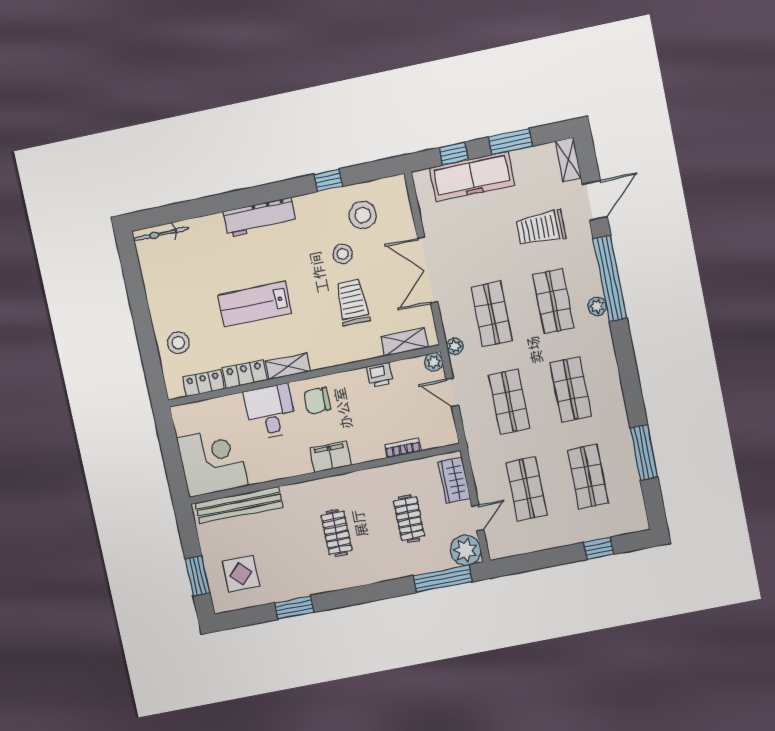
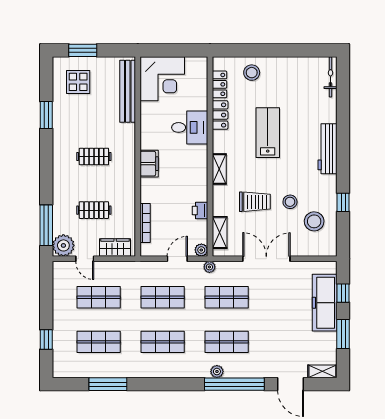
trolley: (541, 228) -> (279, 343), removed
shelving: (288, 366) -> (219, 169), moved
chair: (317, 401) -> (191, 162), removed
bookcase: (403, 448) -> (145, 223), width x1.56

